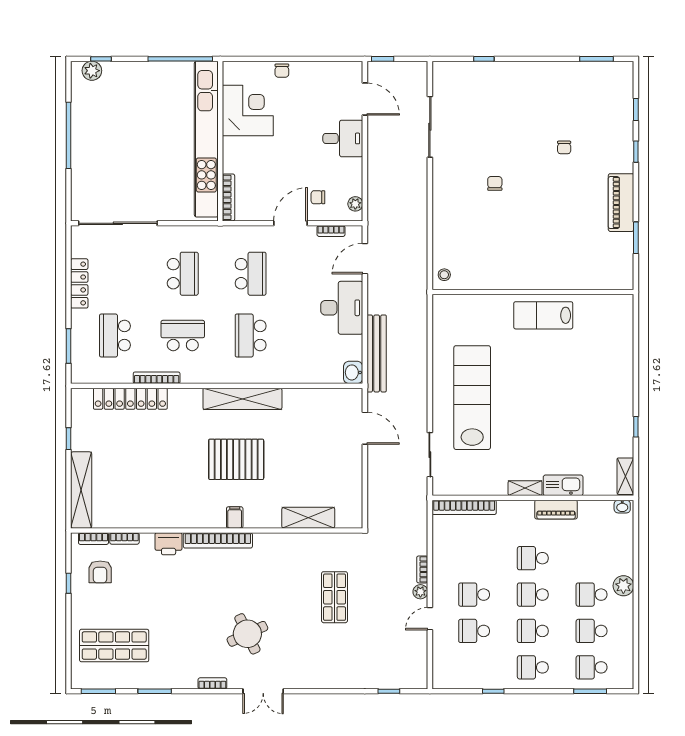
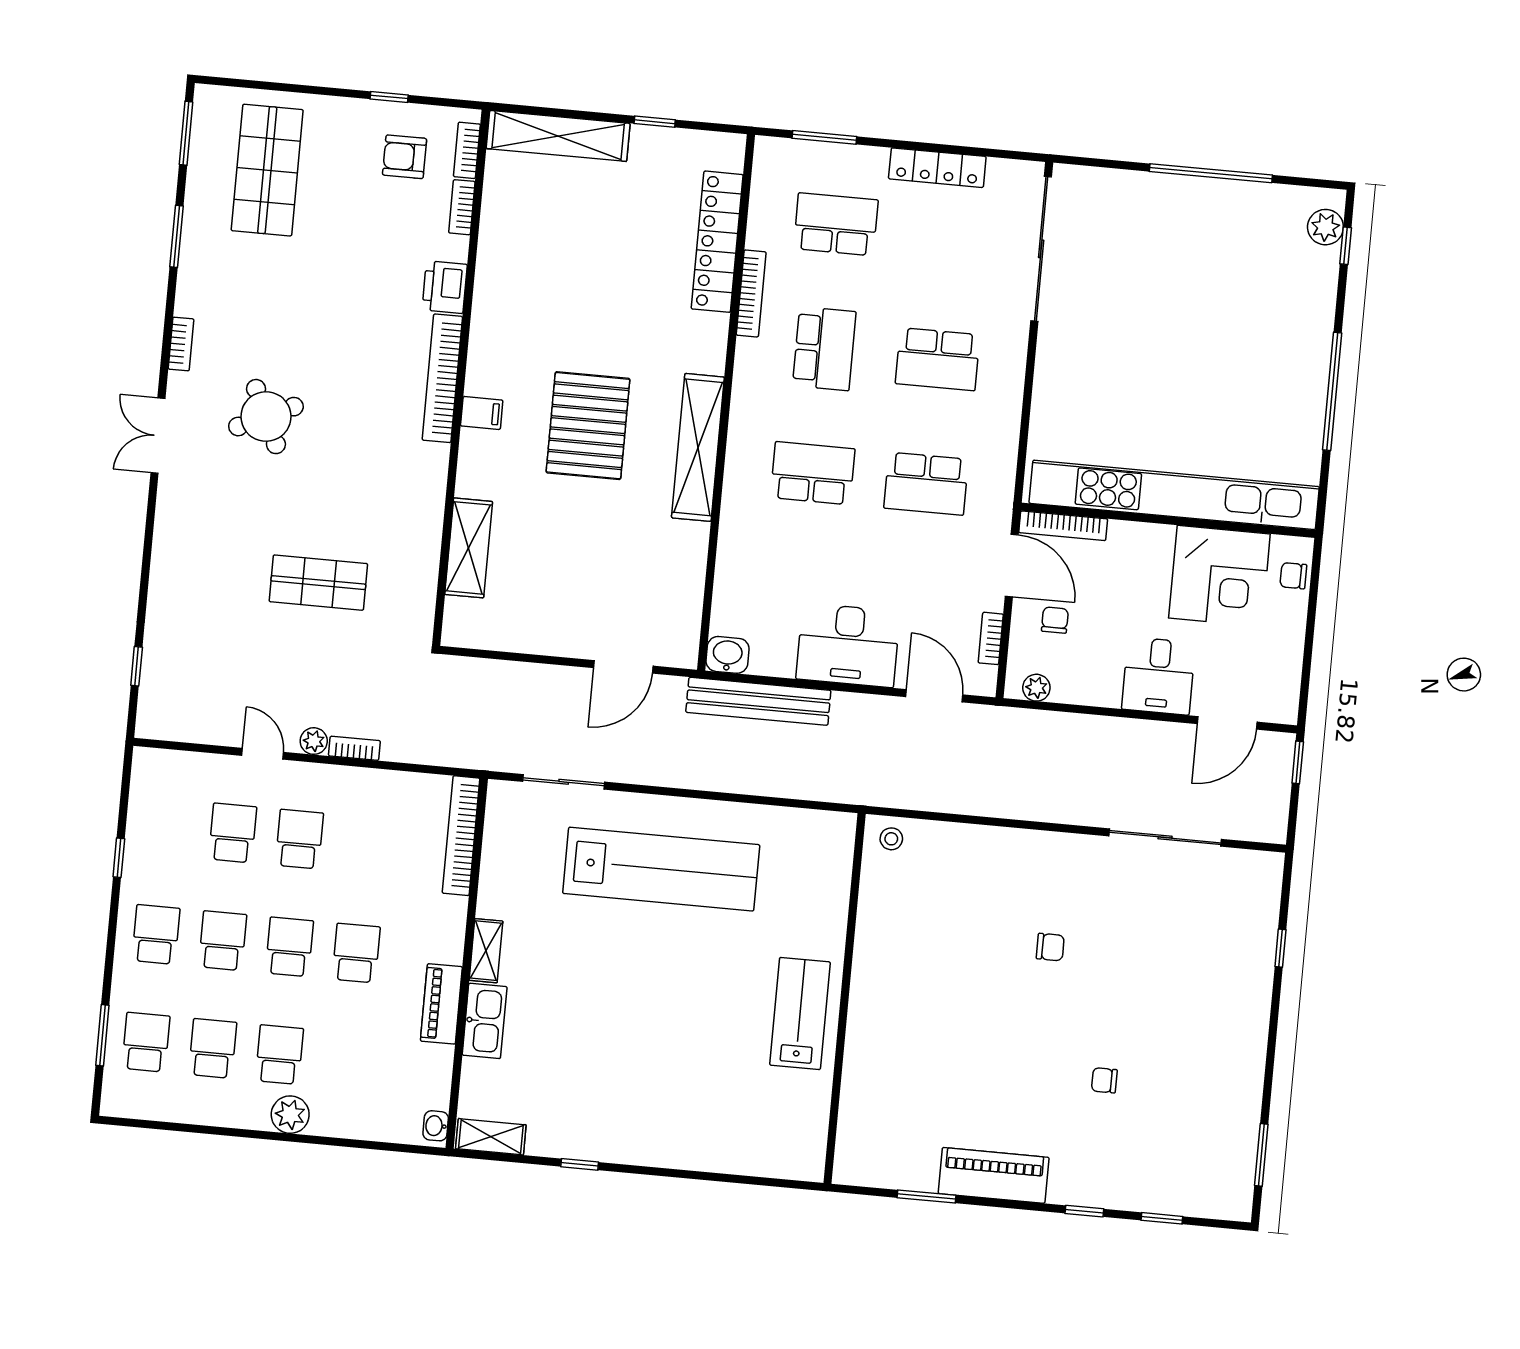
corner desk: (248, 111) -> (1219, 576), moved
kitchen unit: (206, 139) -> (1174, 495), moved
wall: (220, 141) -> (1168, 520), moved
bookcase: (229, 197) -> (1063, 526), moved

